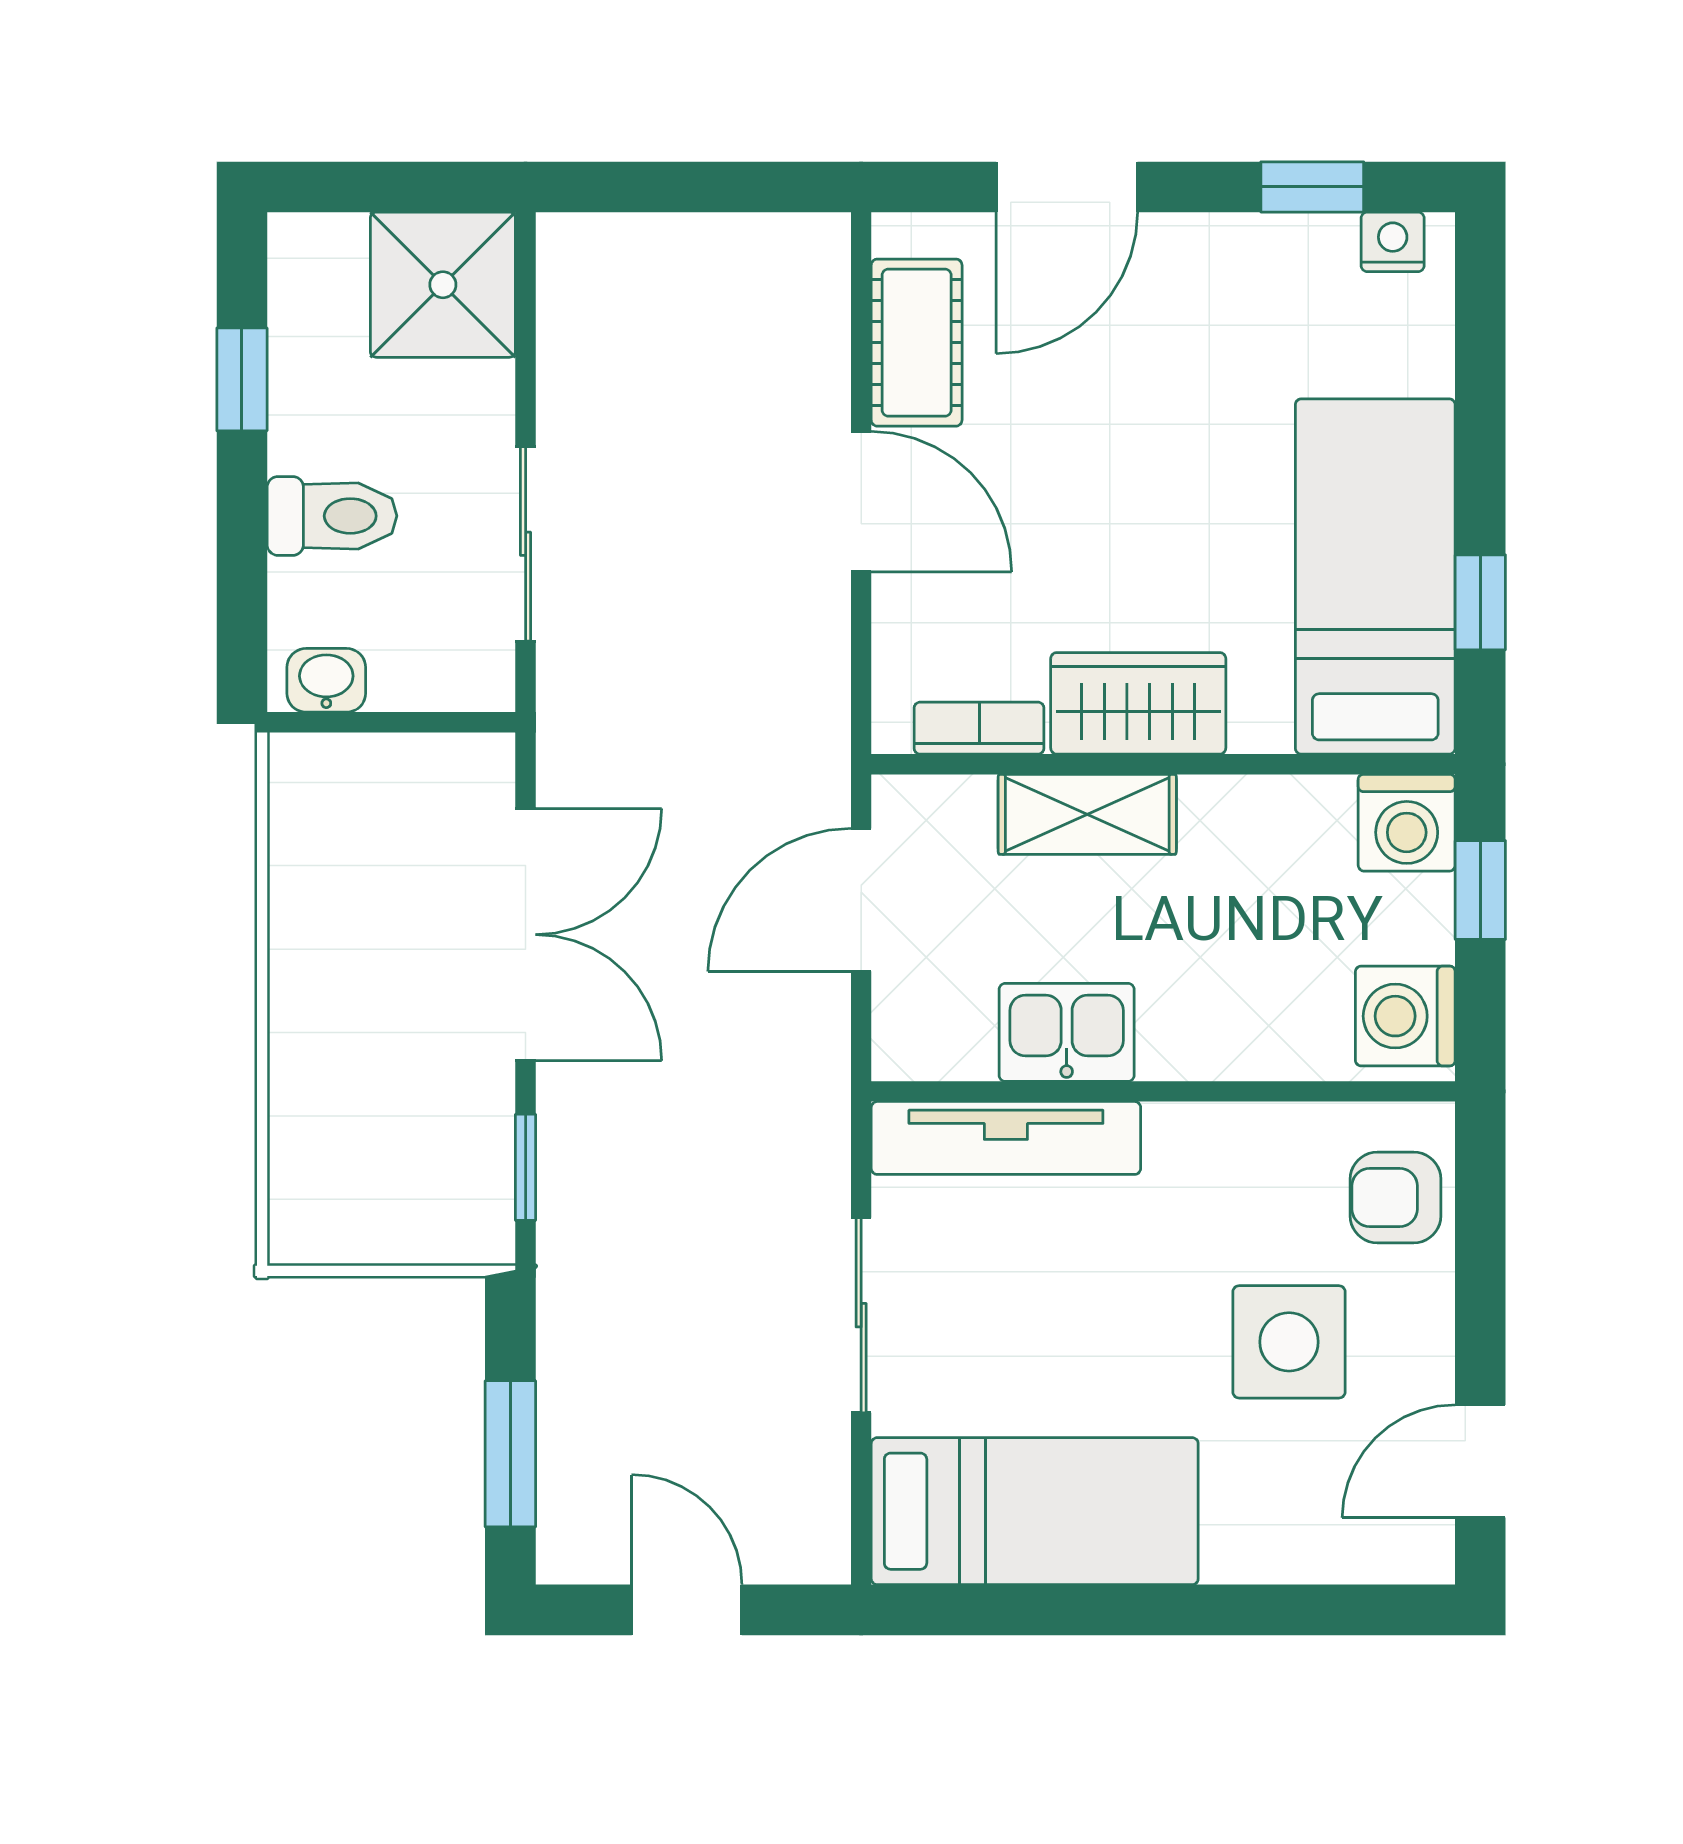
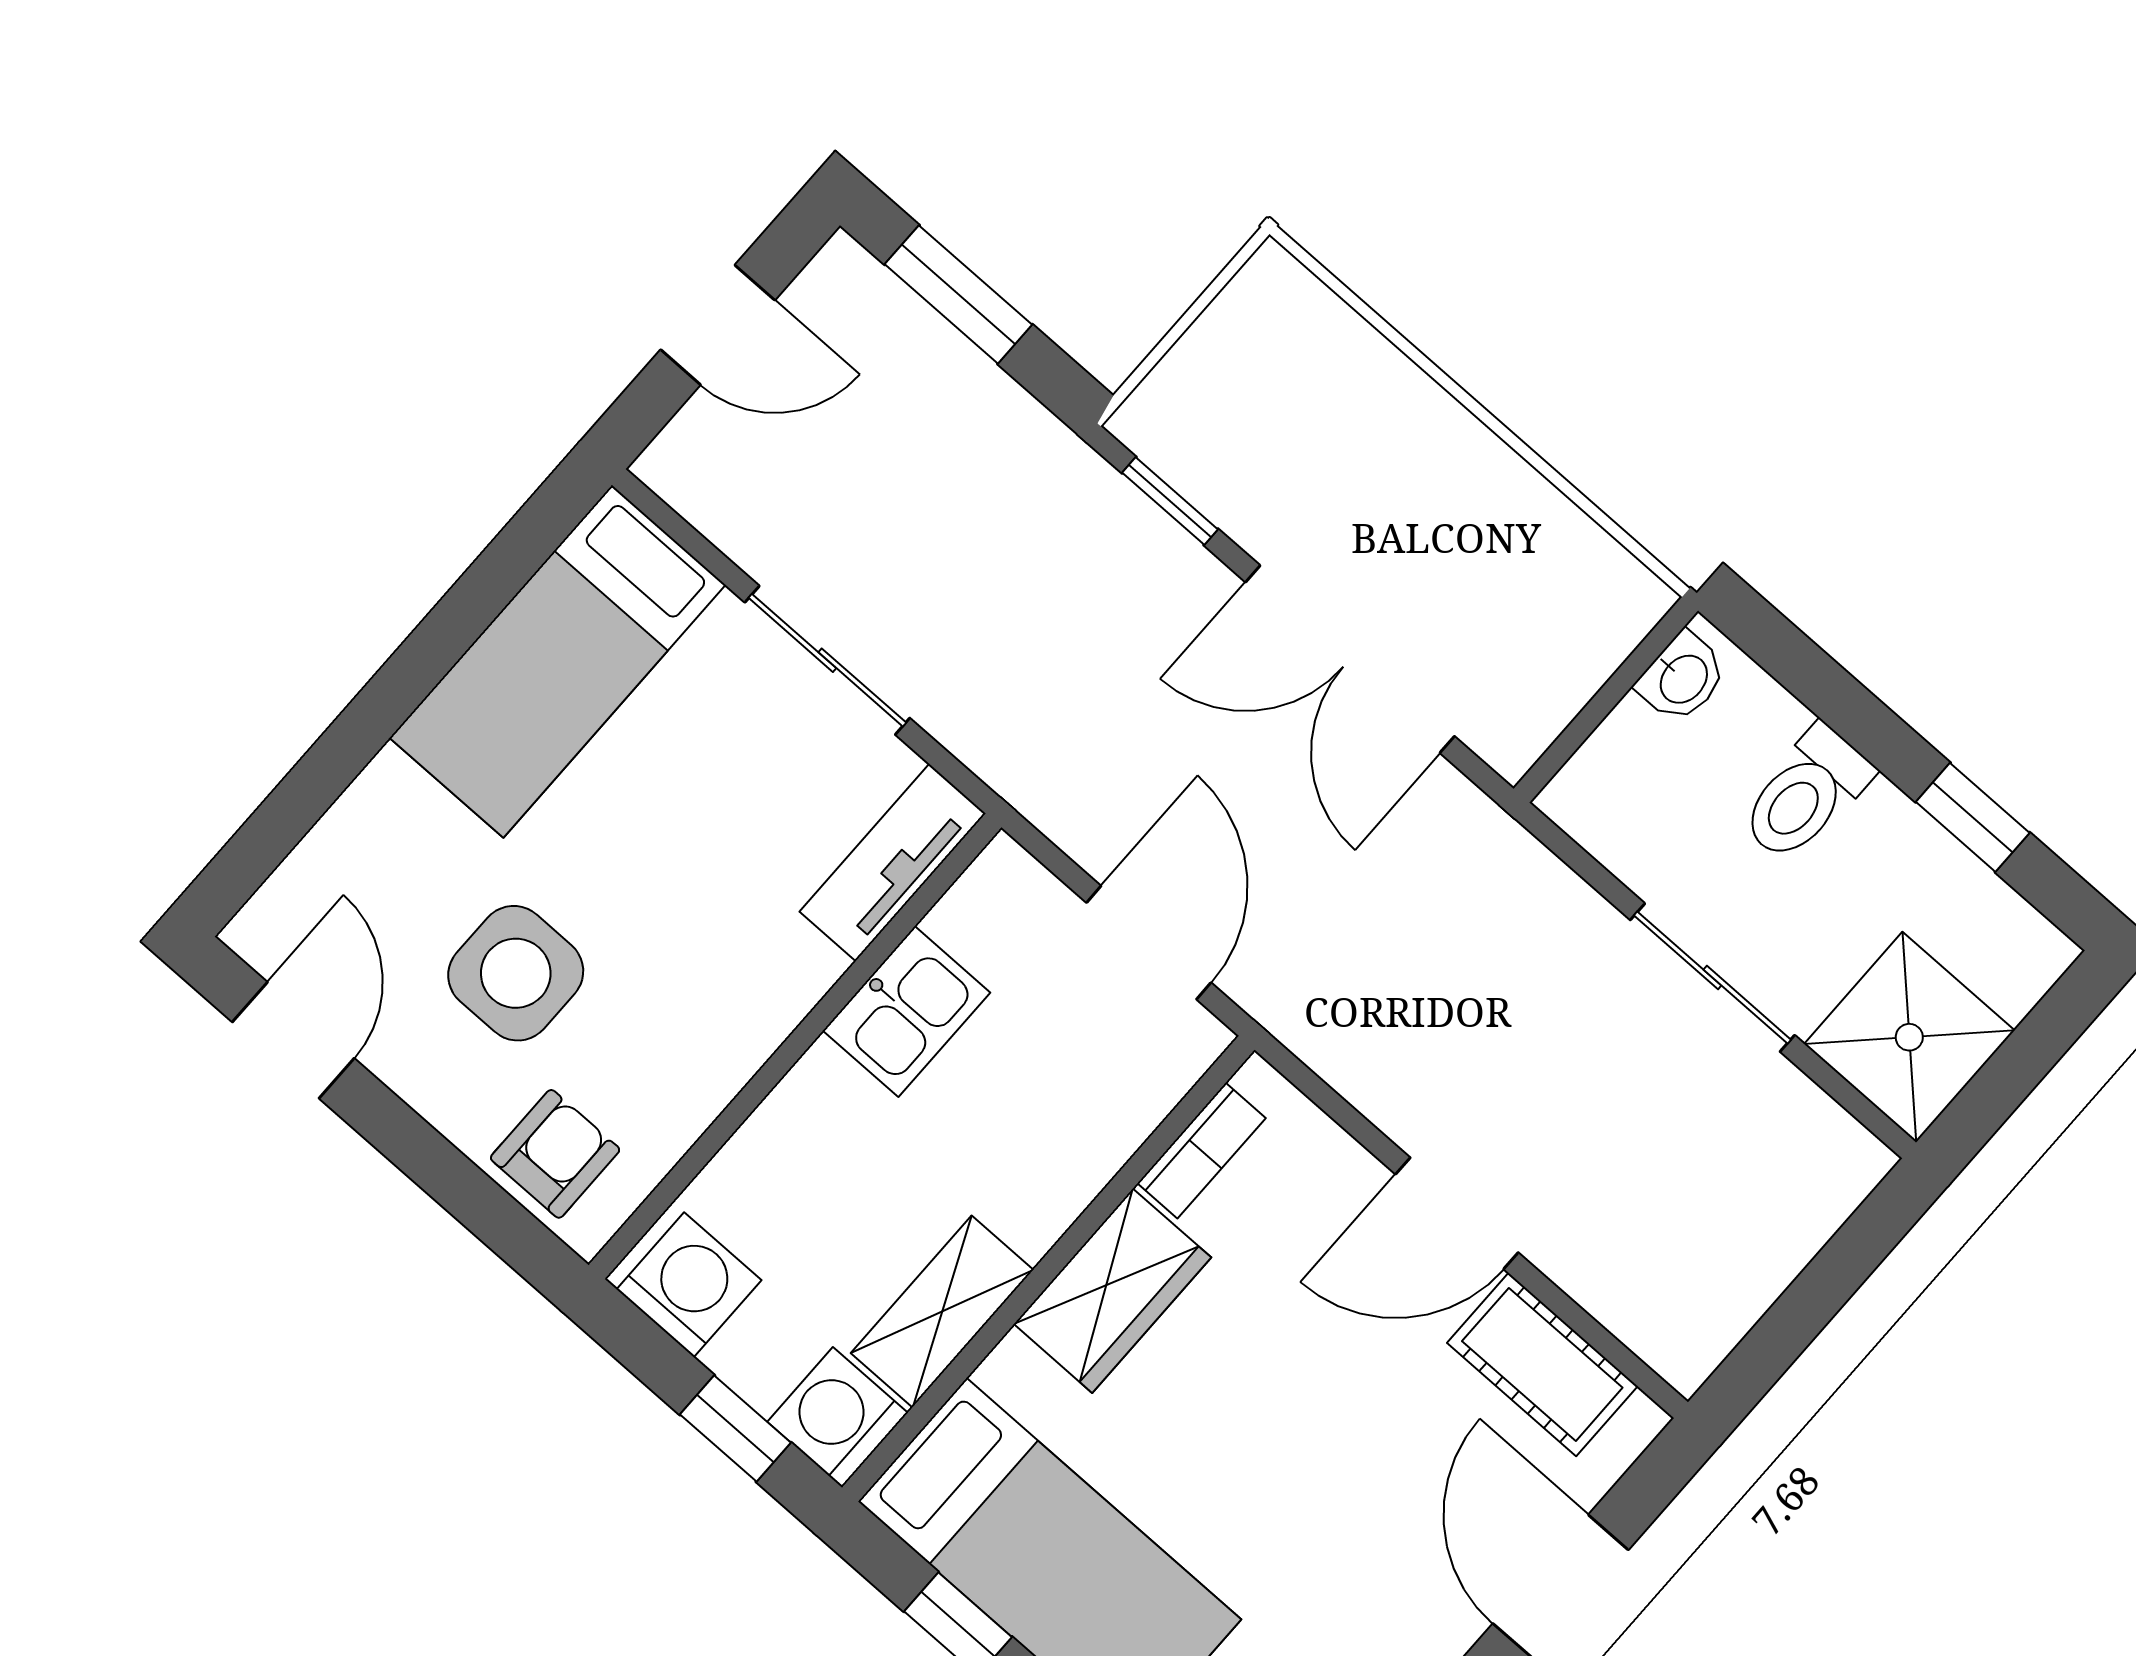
sliding door: (526, 544) -> (1712, 978), moved
shelving: (1087, 814) -> (942, 1311), moved
tv unit: (1006, 1138) -> (893, 862), width x0.71

